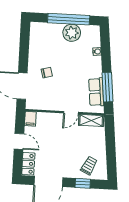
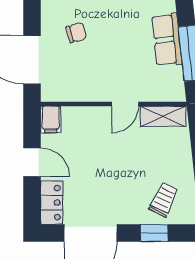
row of seats: (96, 92) -> (167, 40), moved

